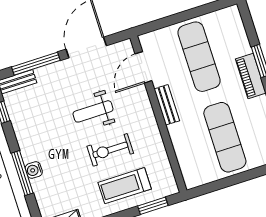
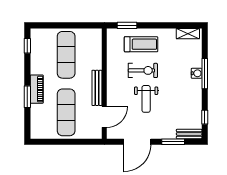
window: (36, 64) -> (173, 142), width x0.69
bench: (167, 105) -> (97, 88), width x1.36
weight bench: (93, 111) -> (146, 99), turned 90

